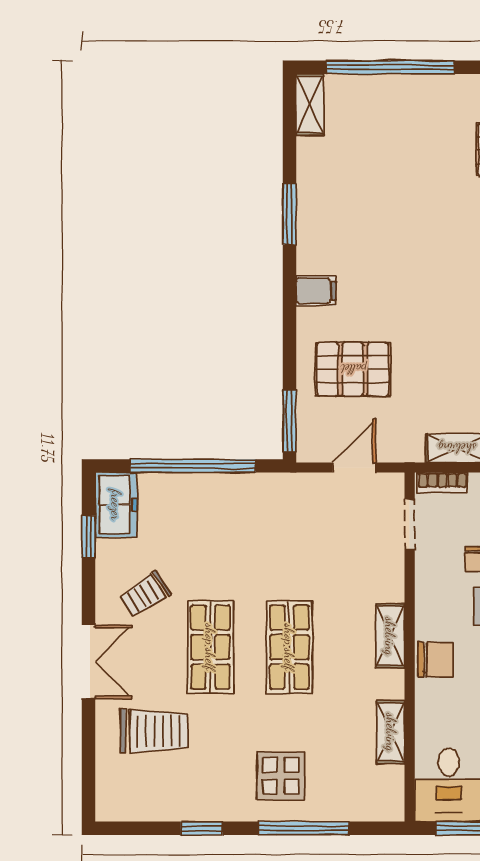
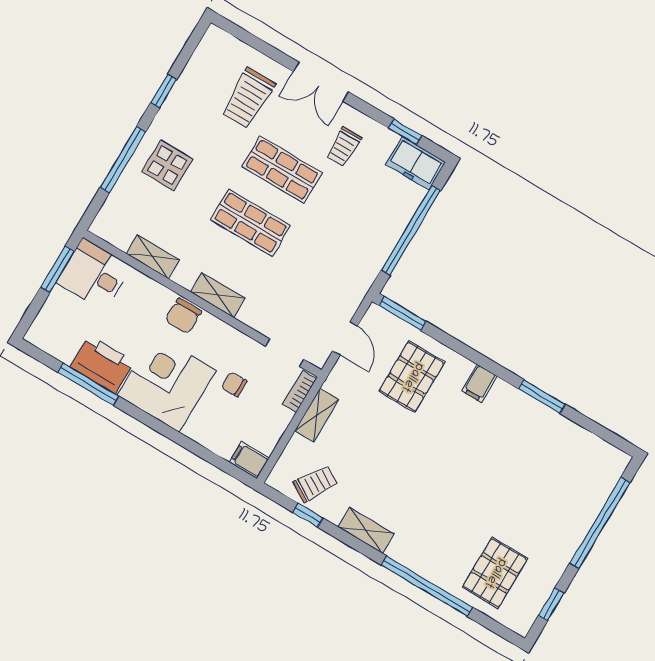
shelving: (310, 105) -> (607, 454), removed
trolley: (145, 594) -> (344, 147), turned -147

